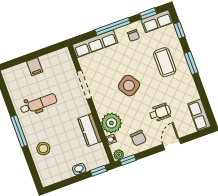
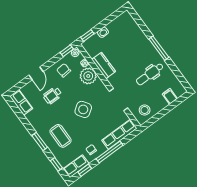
filing cabinet: (35, 67) -> (170, 96), moved
stool: (43, 149) -> (145, 110), moved

